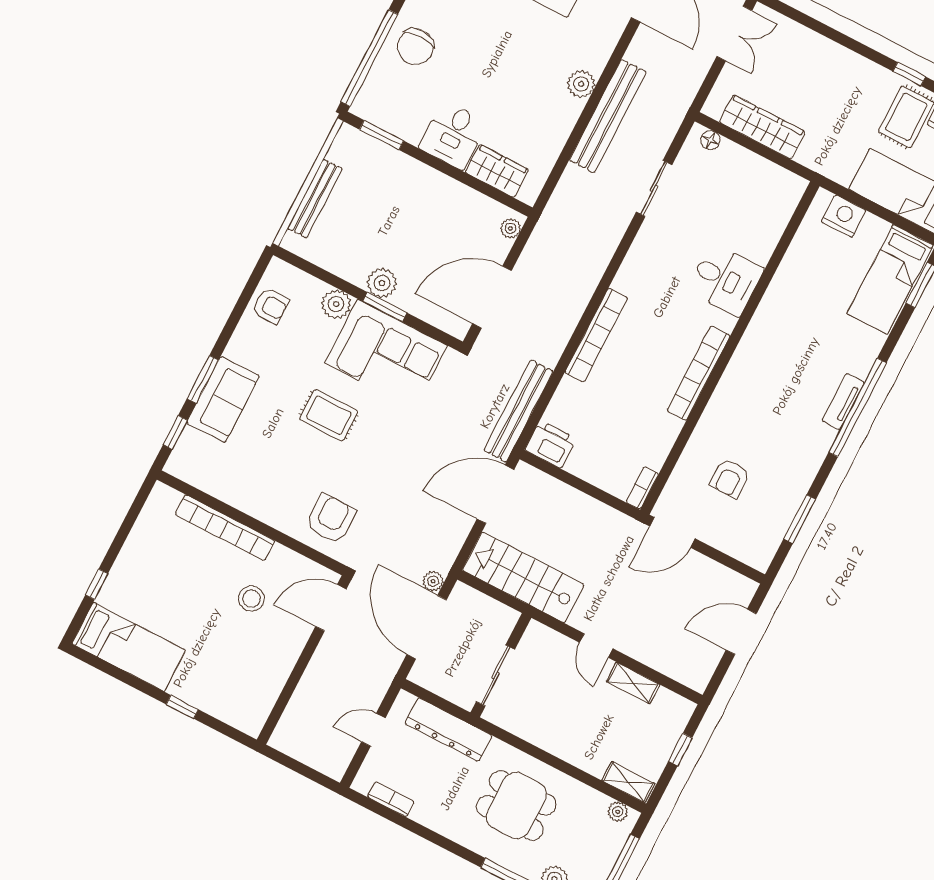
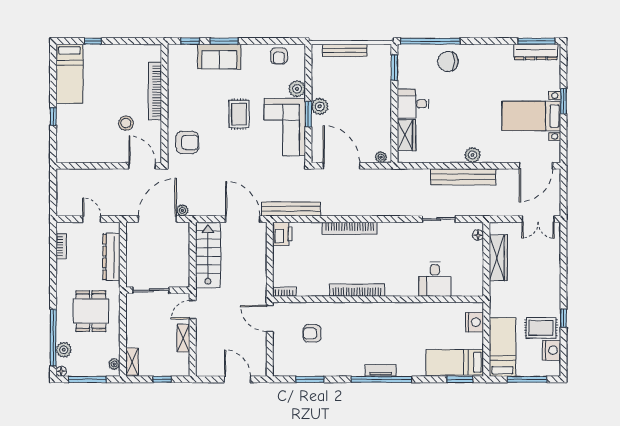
desk: (725, 280) -> (435, 279), moved
wall: (501, 665) -> (158, 290), moved
sliding door: (495, 676) -> (151, 290), moved

